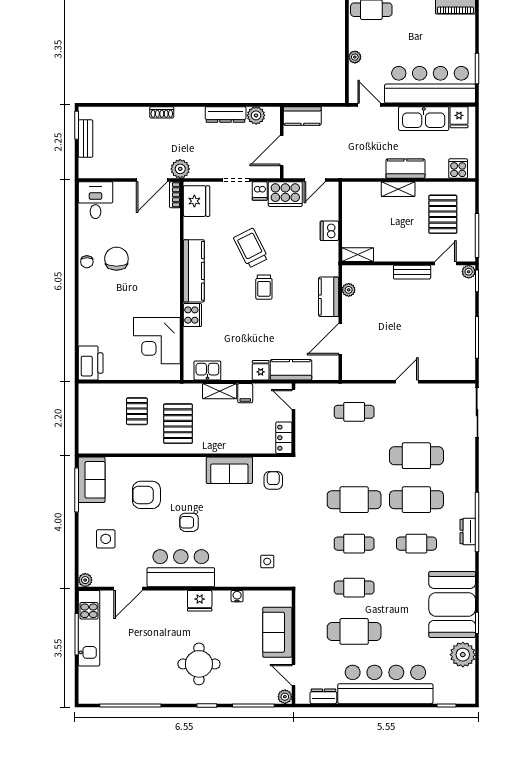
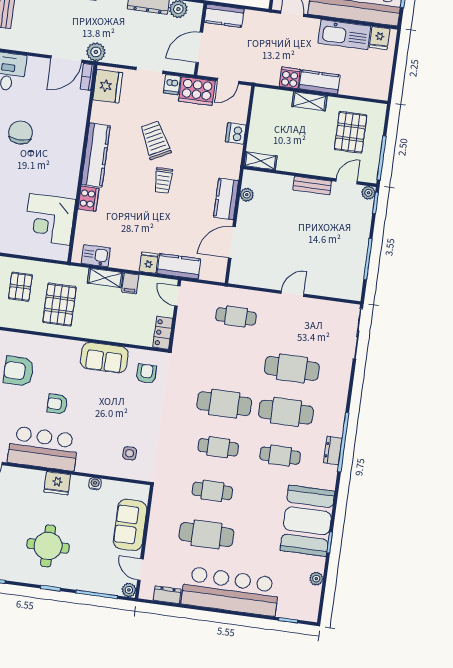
cooker: (458, 168) -> (290, 78), moved
plant: (463, 655) -> (316, 579), width x0.53, depth x0.53

